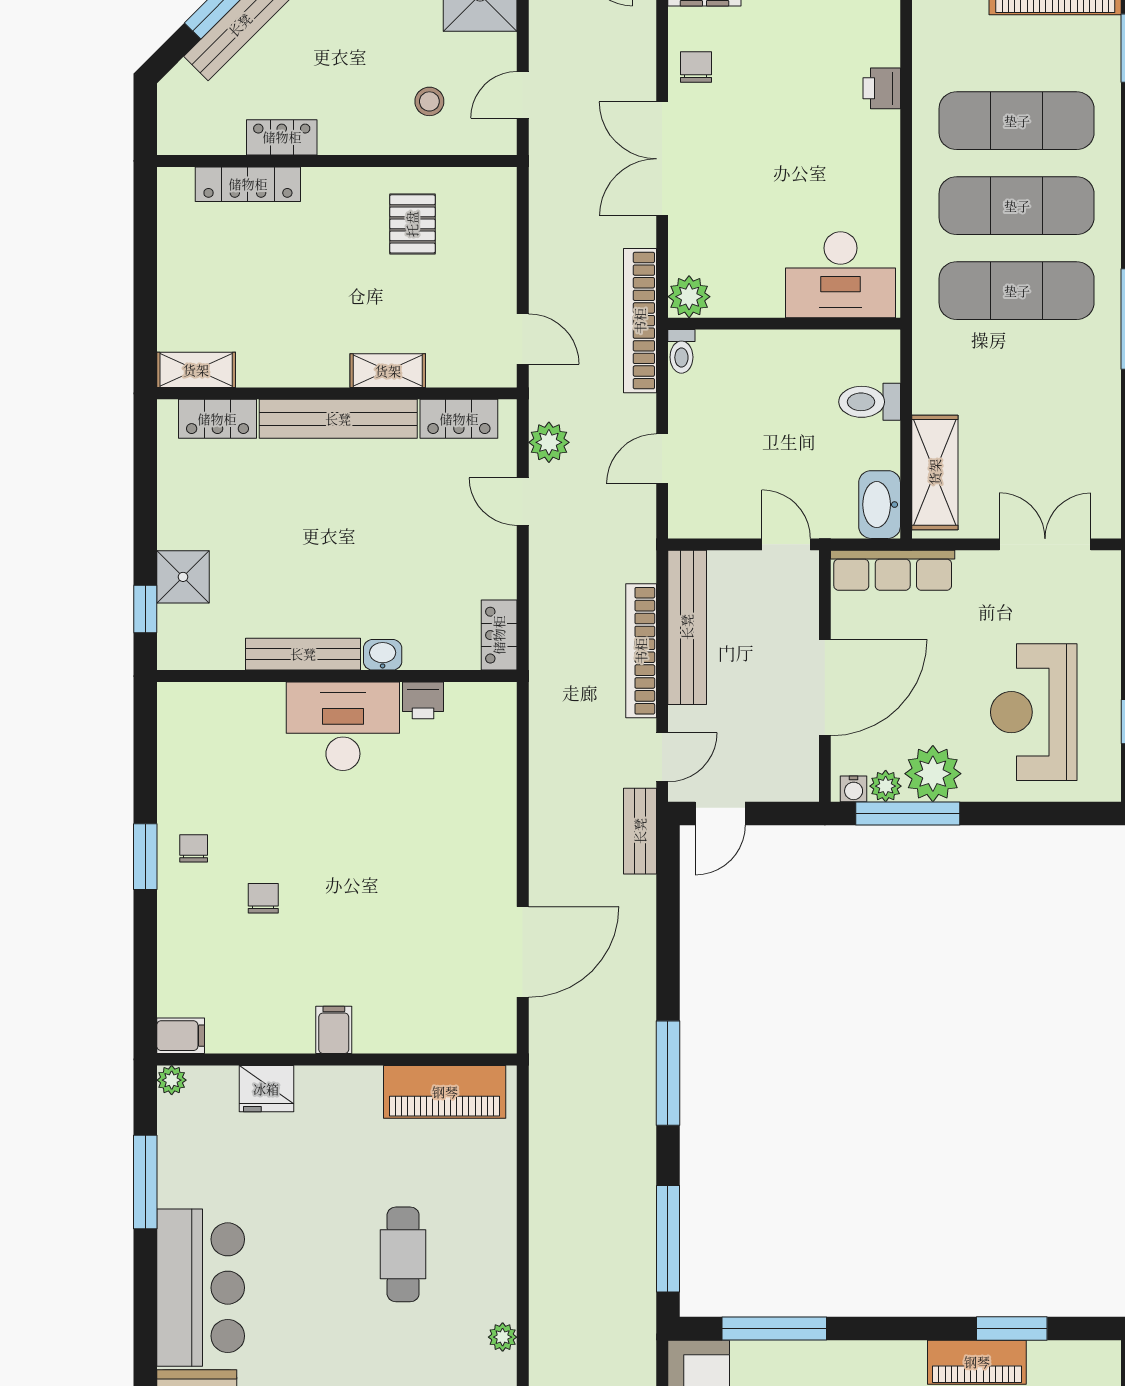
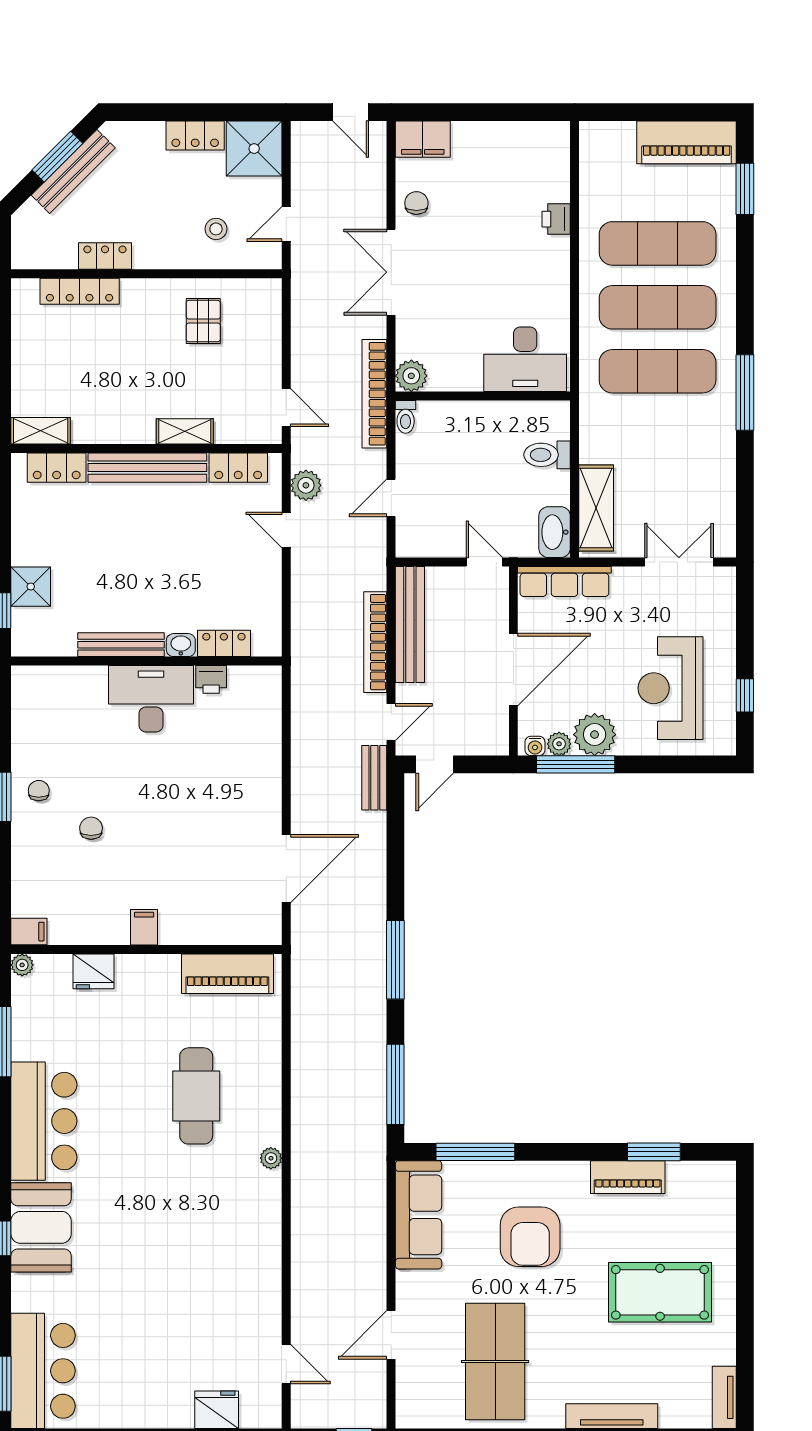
locker: (499, 635) -> (224, 643), moved, turned 90
cafe table: (403, 1254) -> (196, 1096), width x1.37, depth x1.35

